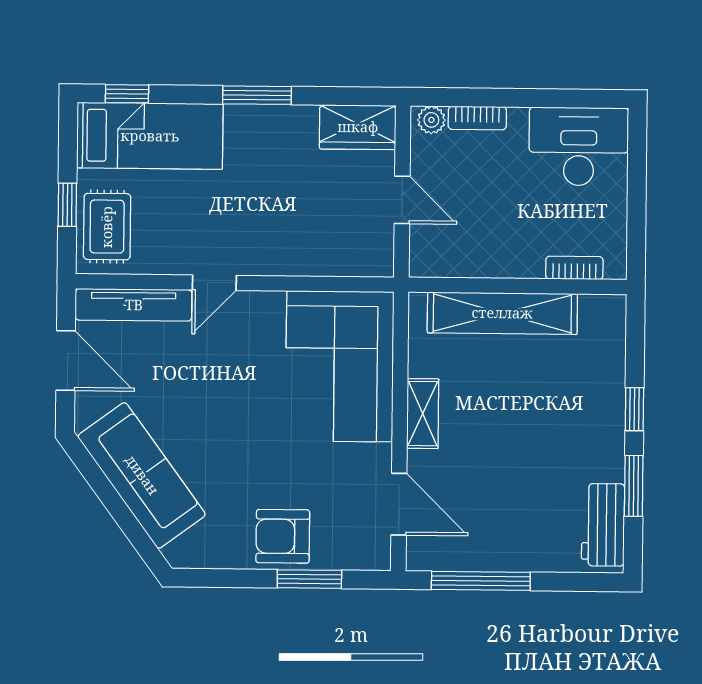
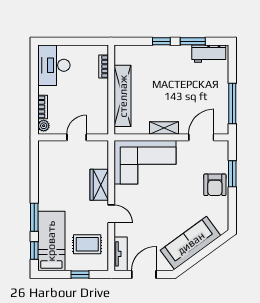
window: (257, 95) -> (34, 217), moved
wardrobe: (358, 127) -> (99, 185), moved, turned 180
rug: (107, 227) -> (87, 244), moved
tv unit: (134, 305) -> (121, 254), width x0.71

